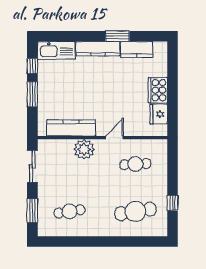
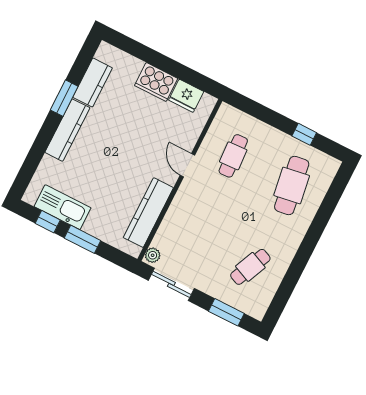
kitchen sink: (56, 50) -> (63, 207), moved, turned -90
plant: (84, 149) -> (153, 255), moved, width x0.53, depth x0.53
cafe table: (69, 211) -> (250, 267), turned 33

